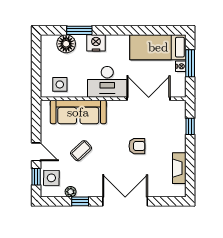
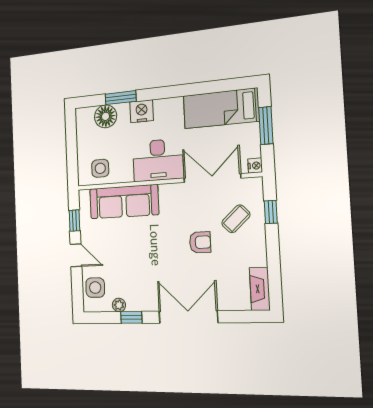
nightstand: (181, 66) -> (255, 166), moved
coffee table: (81, 151) -> (236, 219), moved
fireplace: (179, 168) -> (260, 289), moved
window: (36, 177) -> (75, 221), moved

